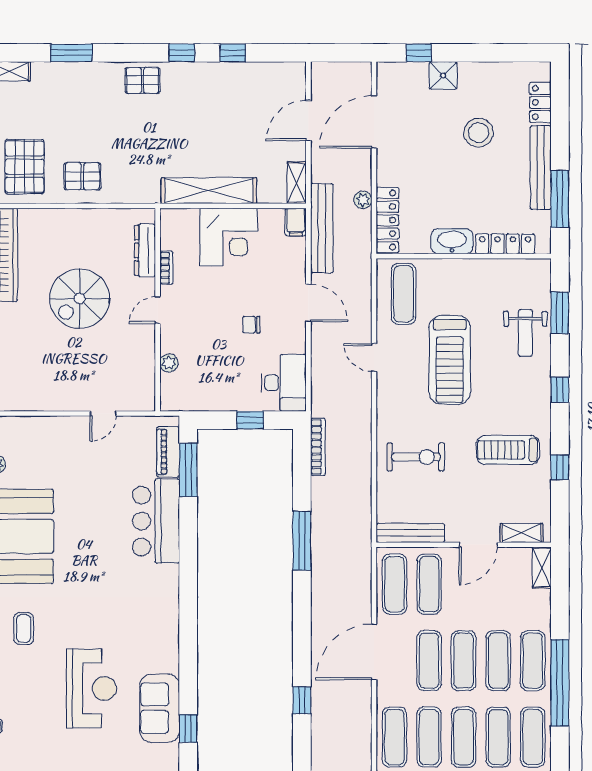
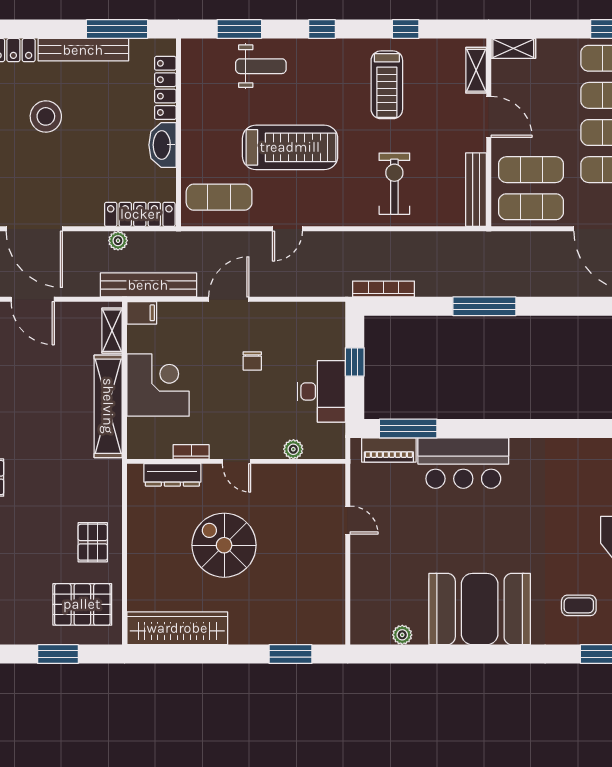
shelving: (297, 183) -> (112, 331), moved, turned 90
spiral stairs: (80, 299) -> (224, 545), turned 180
desk: (284, 383) -> (321, 391), moved, turned 90

